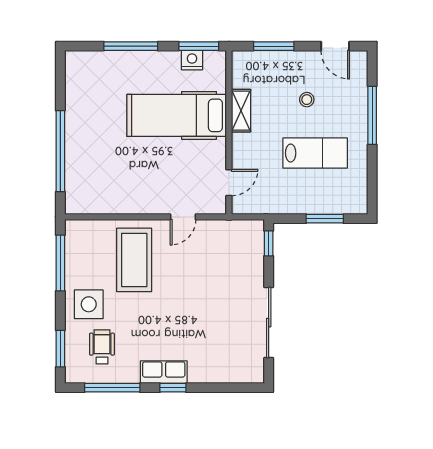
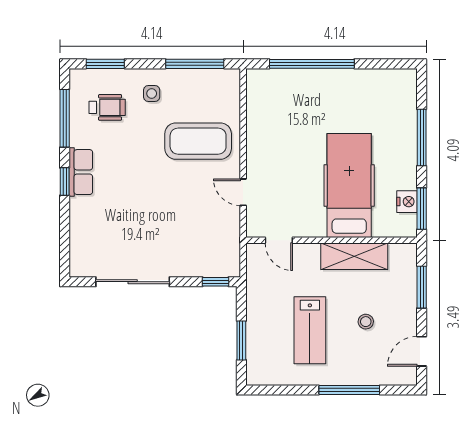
shelving: (241, 111) -> (354, 256), width x1.50, depth x1.33
side table: (89, 304) -> (152, 93), width x0.54, depth x0.54

